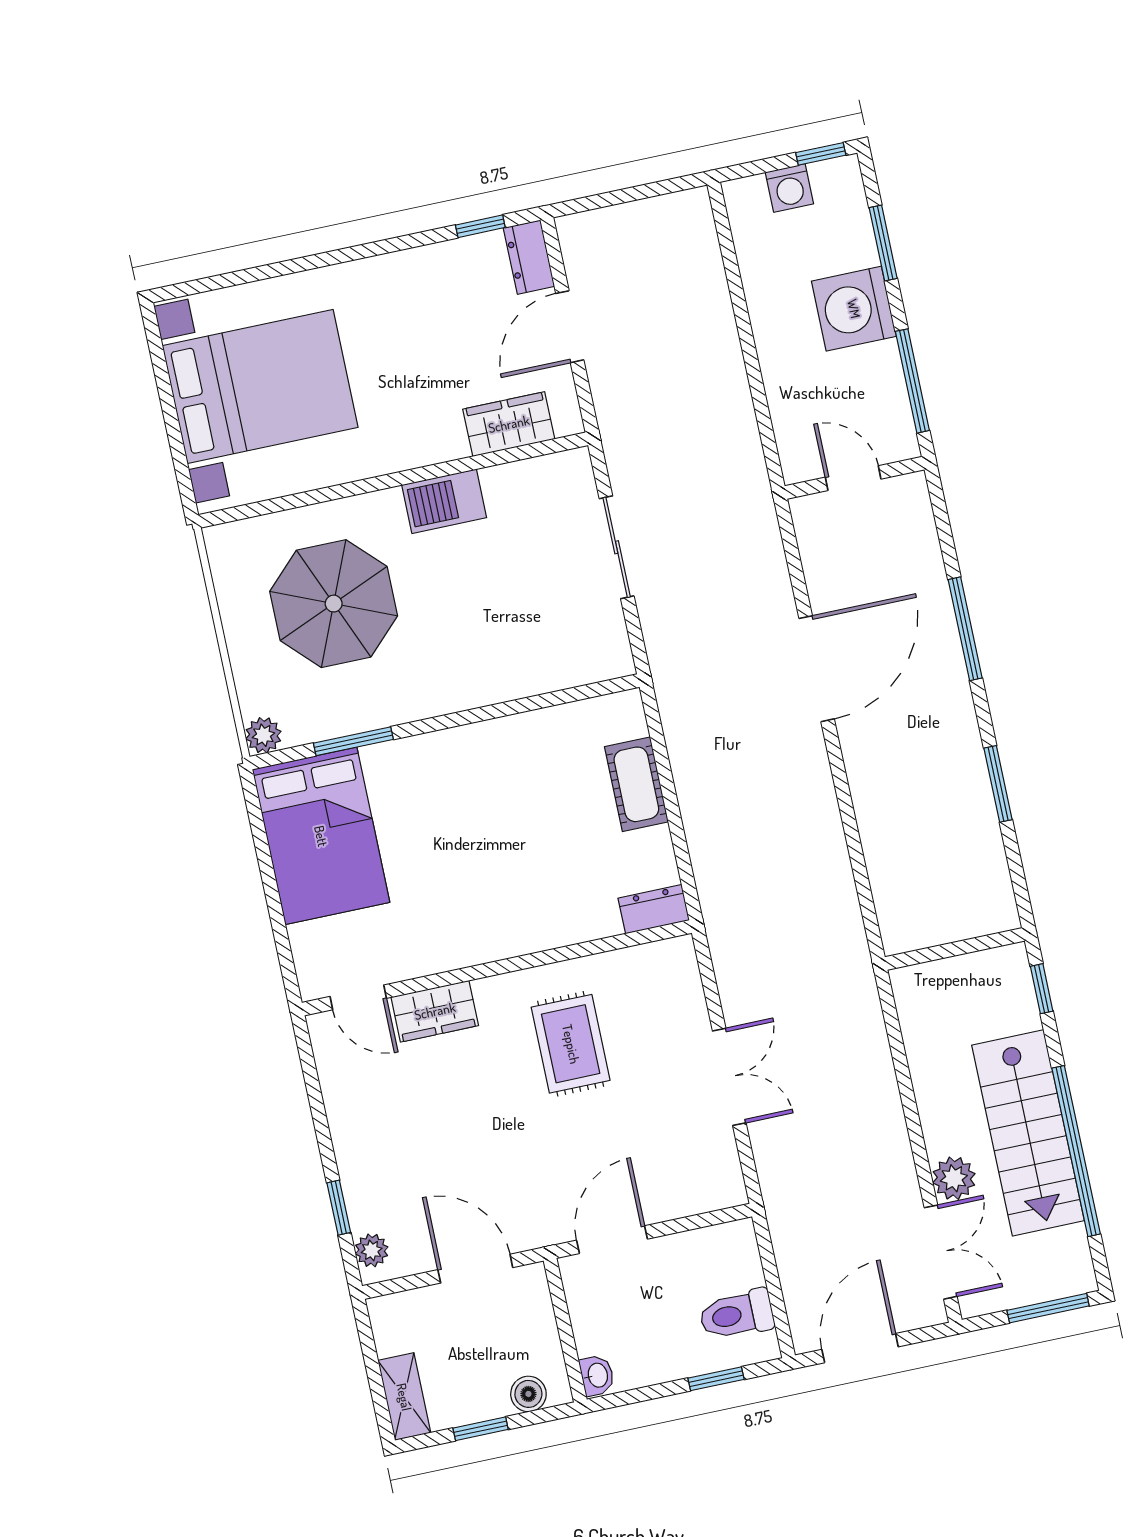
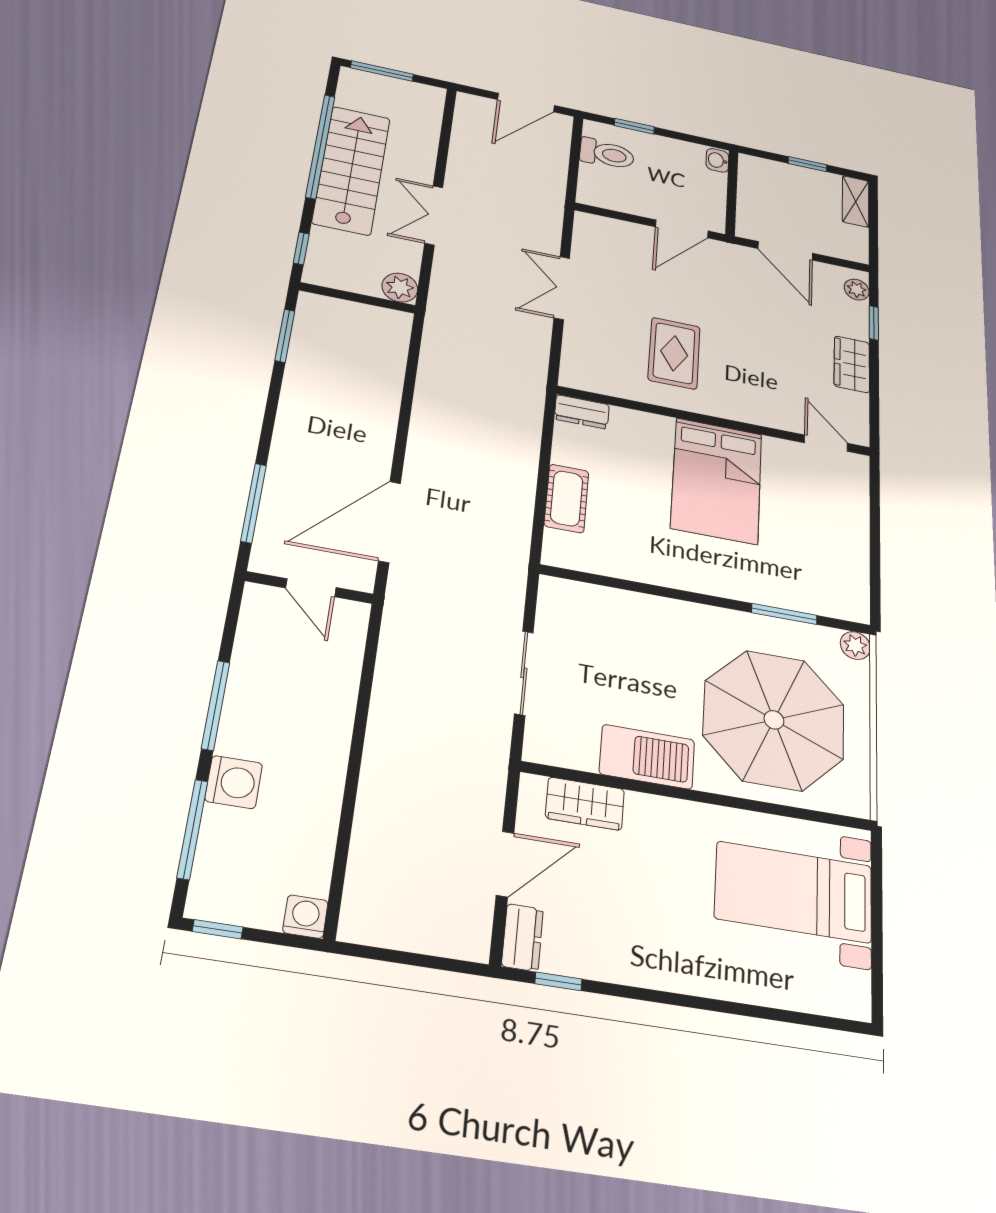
washing machine: (789, 188) -> (305, 917), moved
window: (883, 243) -> (192, 829), width x1.44
washing machine: (854, 309) -> (234, 782), width x0.73, depth x0.73
bed with nightstands: (260, 386) -> (794, 892), width x0.73
door: (853, 478) -> (311, 588), moved
wall: (855, 478) -> (309, 588), moved
barbecue: (444, 501) -> (647, 757), width x1.37, depth x1.21
parasol: (334, 604) -> (774, 720), width x1.36, depth x1.36
window: (998, 784) -> (285, 336), moved
bed: (321, 836) -> (717, 481), moved, turned 180
wardrobe: (435, 1011) -> (852, 364), moved, turned -90
plant: (954, 1178) -> (400, 288), moved
double door: (941, 1252) -> (434, 215), moved
boiler: (528, 1394) -> (769, 169), removed

